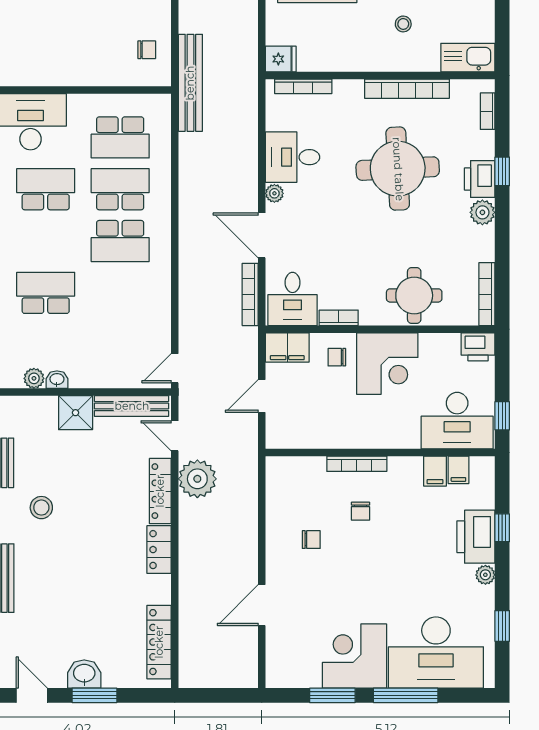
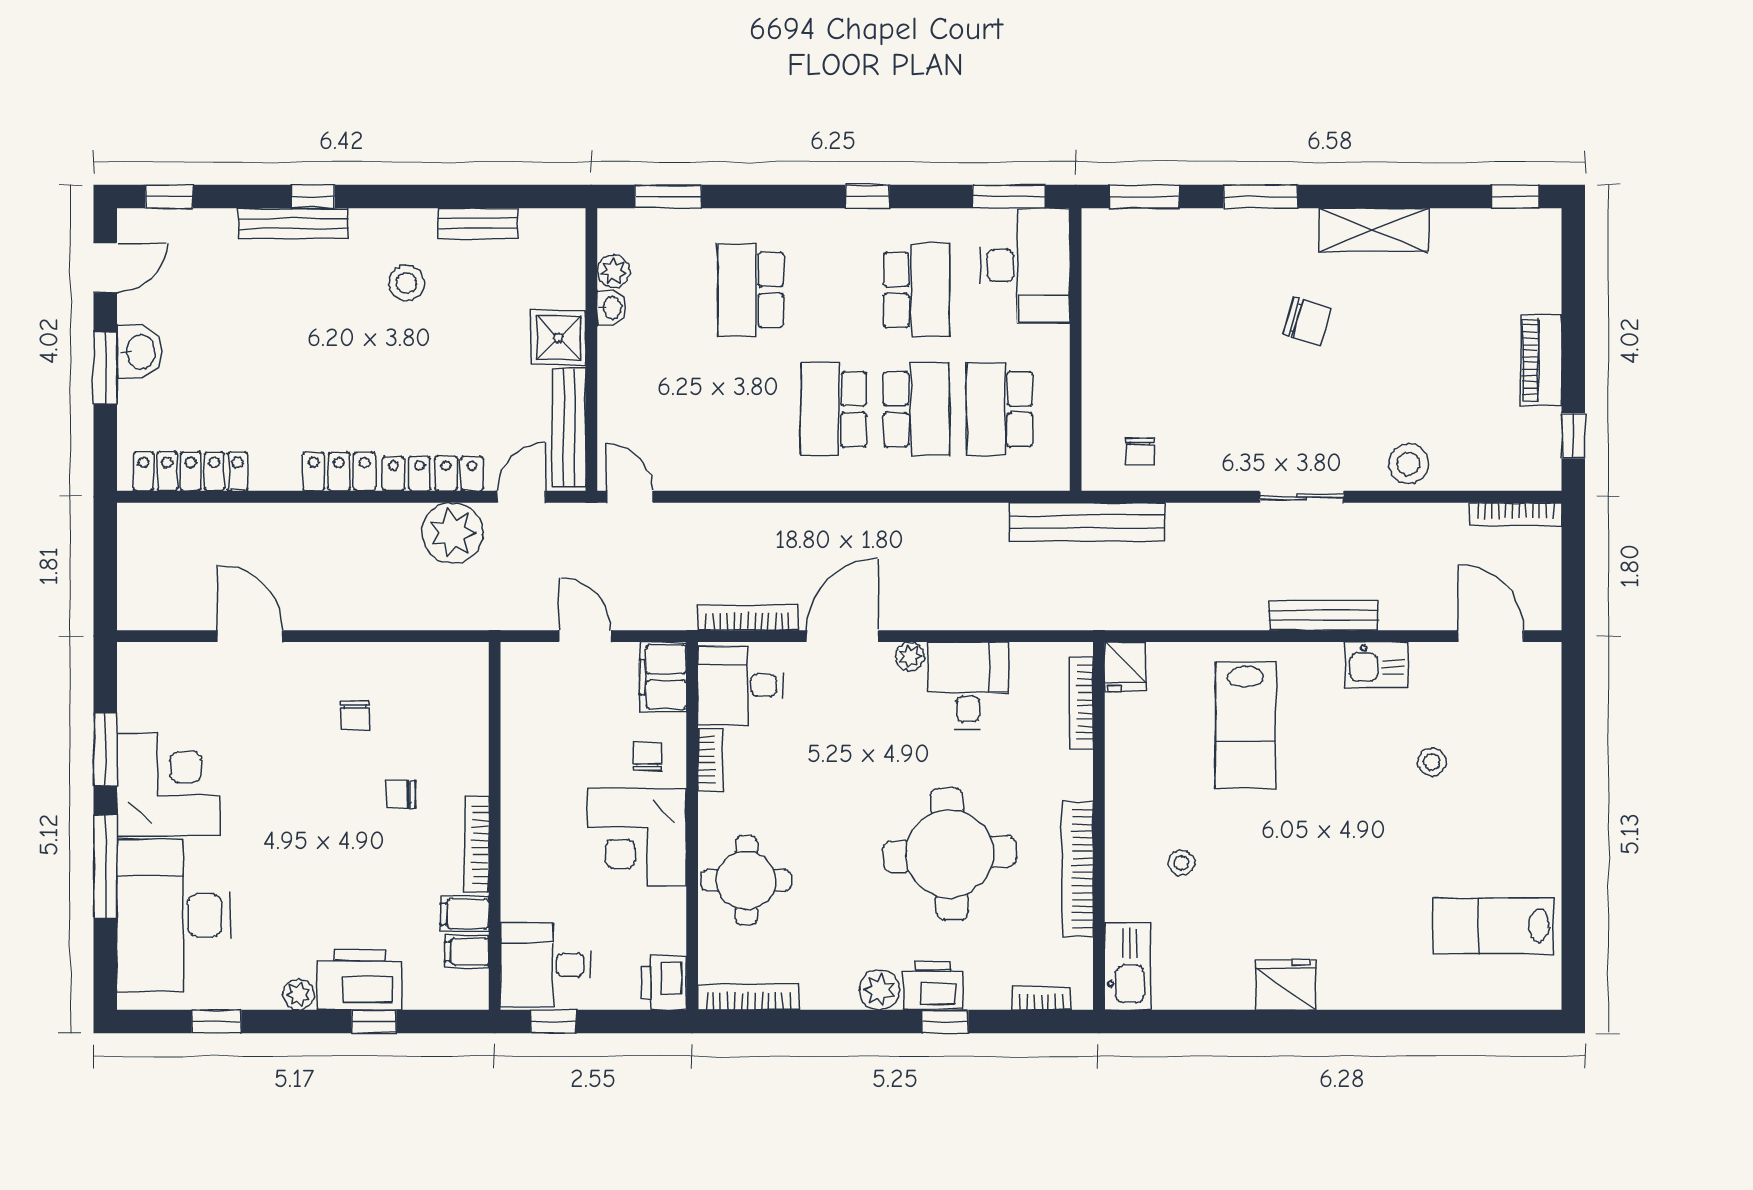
school desk: (46, 293) -> (750, 290), turned 180
desk: (457, 421) -> (546, 965), width x0.73
bookcase: (357, 464) -> (476, 845), moved

